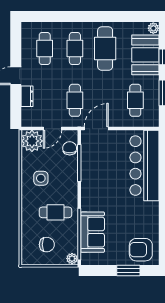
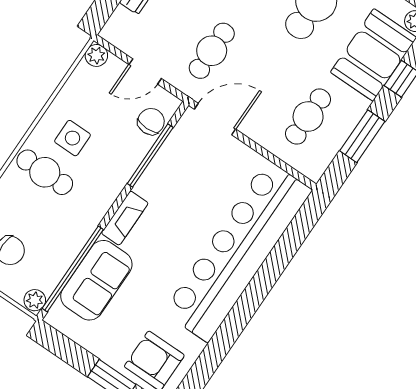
plant: (32, 141) -> (96, 55), width x0.53, depth x0.53
bar counter: (144, 166) -> (238, 251), width x1.36
fireplace: (87, 197) -> (125, 218), added
cafe table: (55, 212) -> (45, 172), moved

